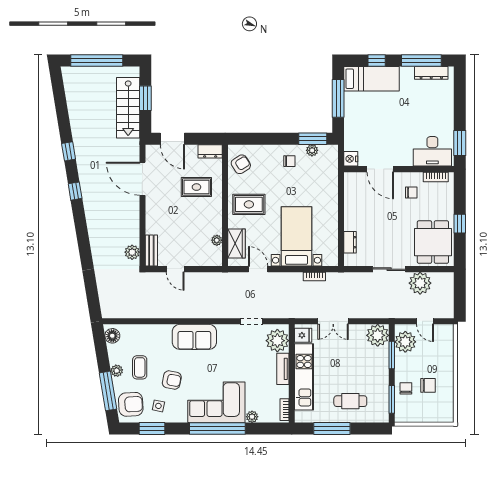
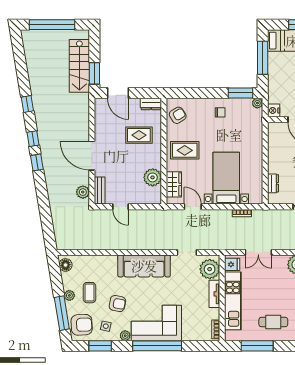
window: (145, 98) -> (94, 73), moved
plant: (312, 150) -> (257, 103), moved
door: (142, 179) -> (92, 156), moved
window: (80, 218) -> (37, 162), added
plant: (217, 240) -> (153, 177), width x1.87, depth x1.87
sofa: (194, 337) -> (144, 266), width x1.36
plant: (252, 417) -> (125, 336), moved

